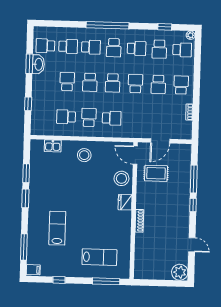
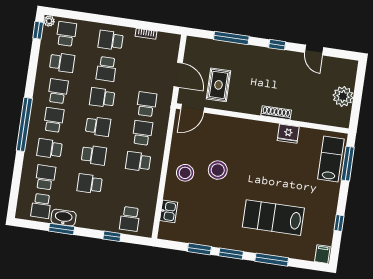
window: (165, 27) -> (38, 30), moved
school desk: (91, 47) -> (50, 149), turned -90
school desk: (114, 48) -> (54, 120), turned -90
school desk: (158, 84) -> (106, 69), turned 90
school desk: (66, 117) -> (130, 219), moved
school desk: (134, 119) -> (147, 104), added
stool: (121, 178) -> (218, 170), moved
fridge: (125, 202) -> (288, 134), moved
window: (193, 205) -> (277, 45), moved
lab bench: (57, 228) -> (273, 218), width x1.36, depth x1.39
door: (192, 245) -> (314, 50), swing flipped
window: (24, 247) -> (272, 260), moved
lab bench: (99, 257) -> (331, 159), moved
plant: (180, 272) -> (343, 96), moved

